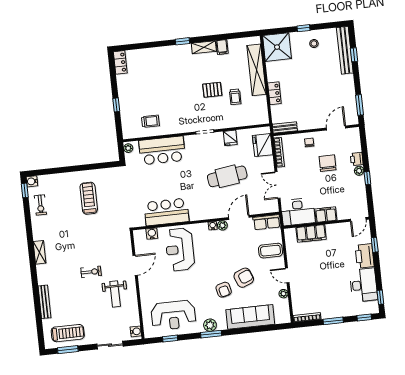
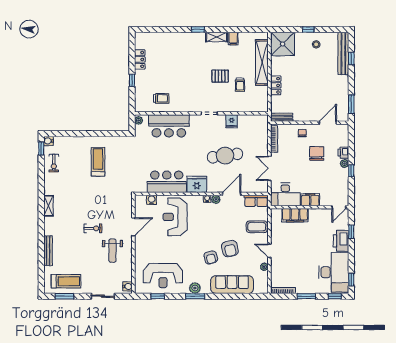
locker: (120, 62) -> (140, 59), moved
fridge: (263, 145) -> (197, 184), moved, turned 90
armchair: (244, 278) -> (230, 249), turned 99
desk: (363, 285) -> (334, 272), width x1.36, depth x1.30

